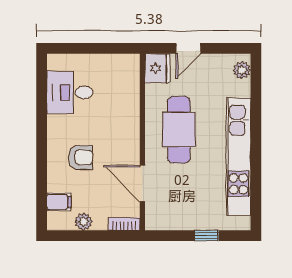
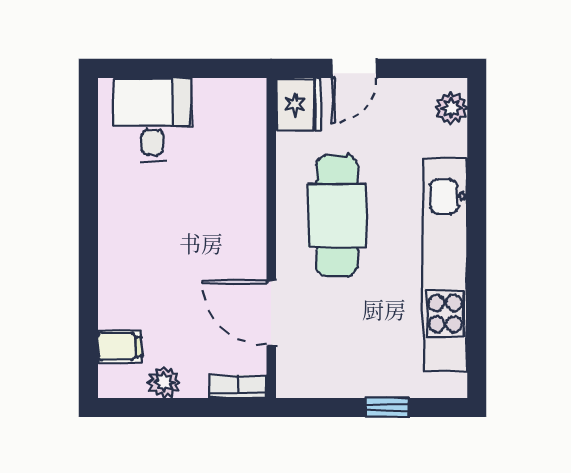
desk: (70, 92) -> (152, 120), moved, turned 90
armchair: (80, 157) -> (159, 266), removed

